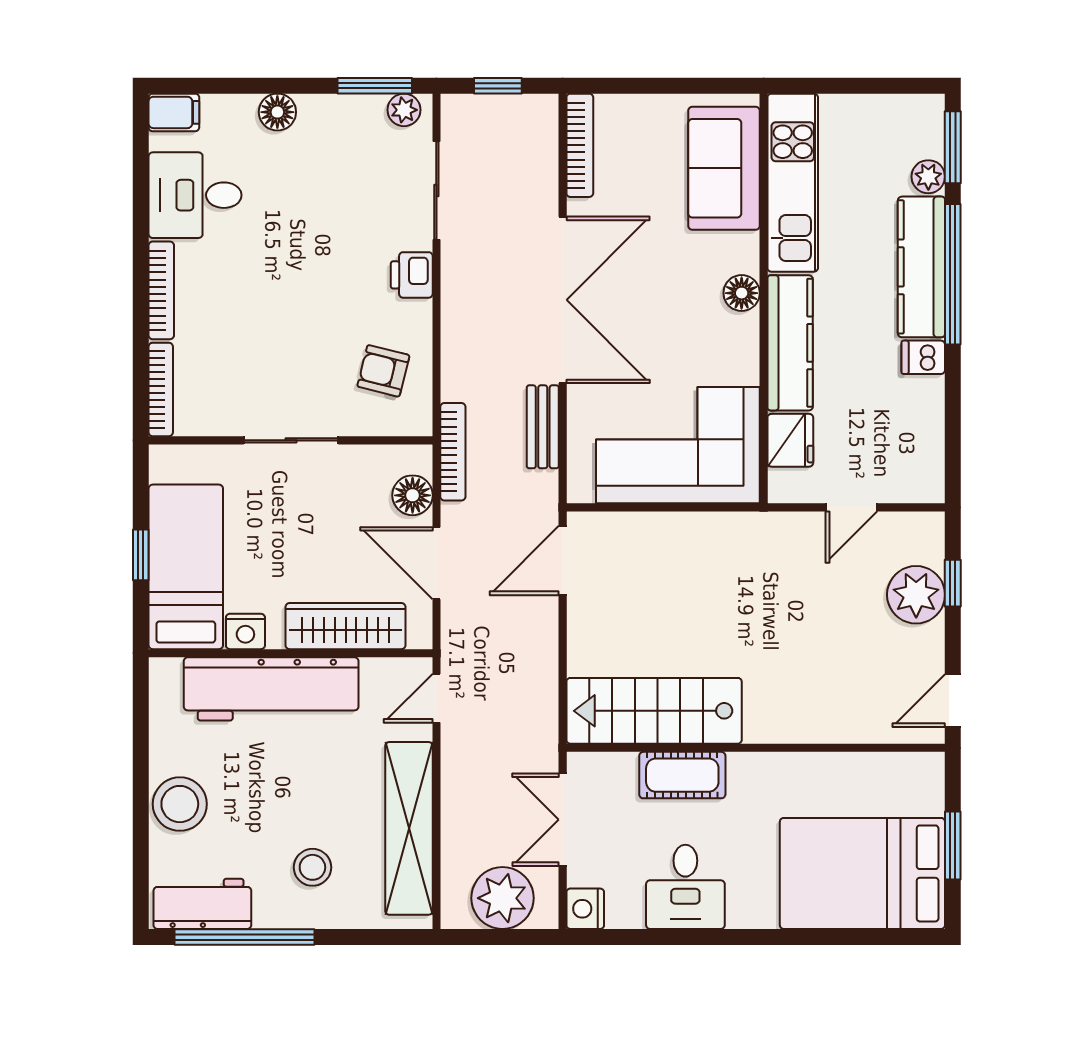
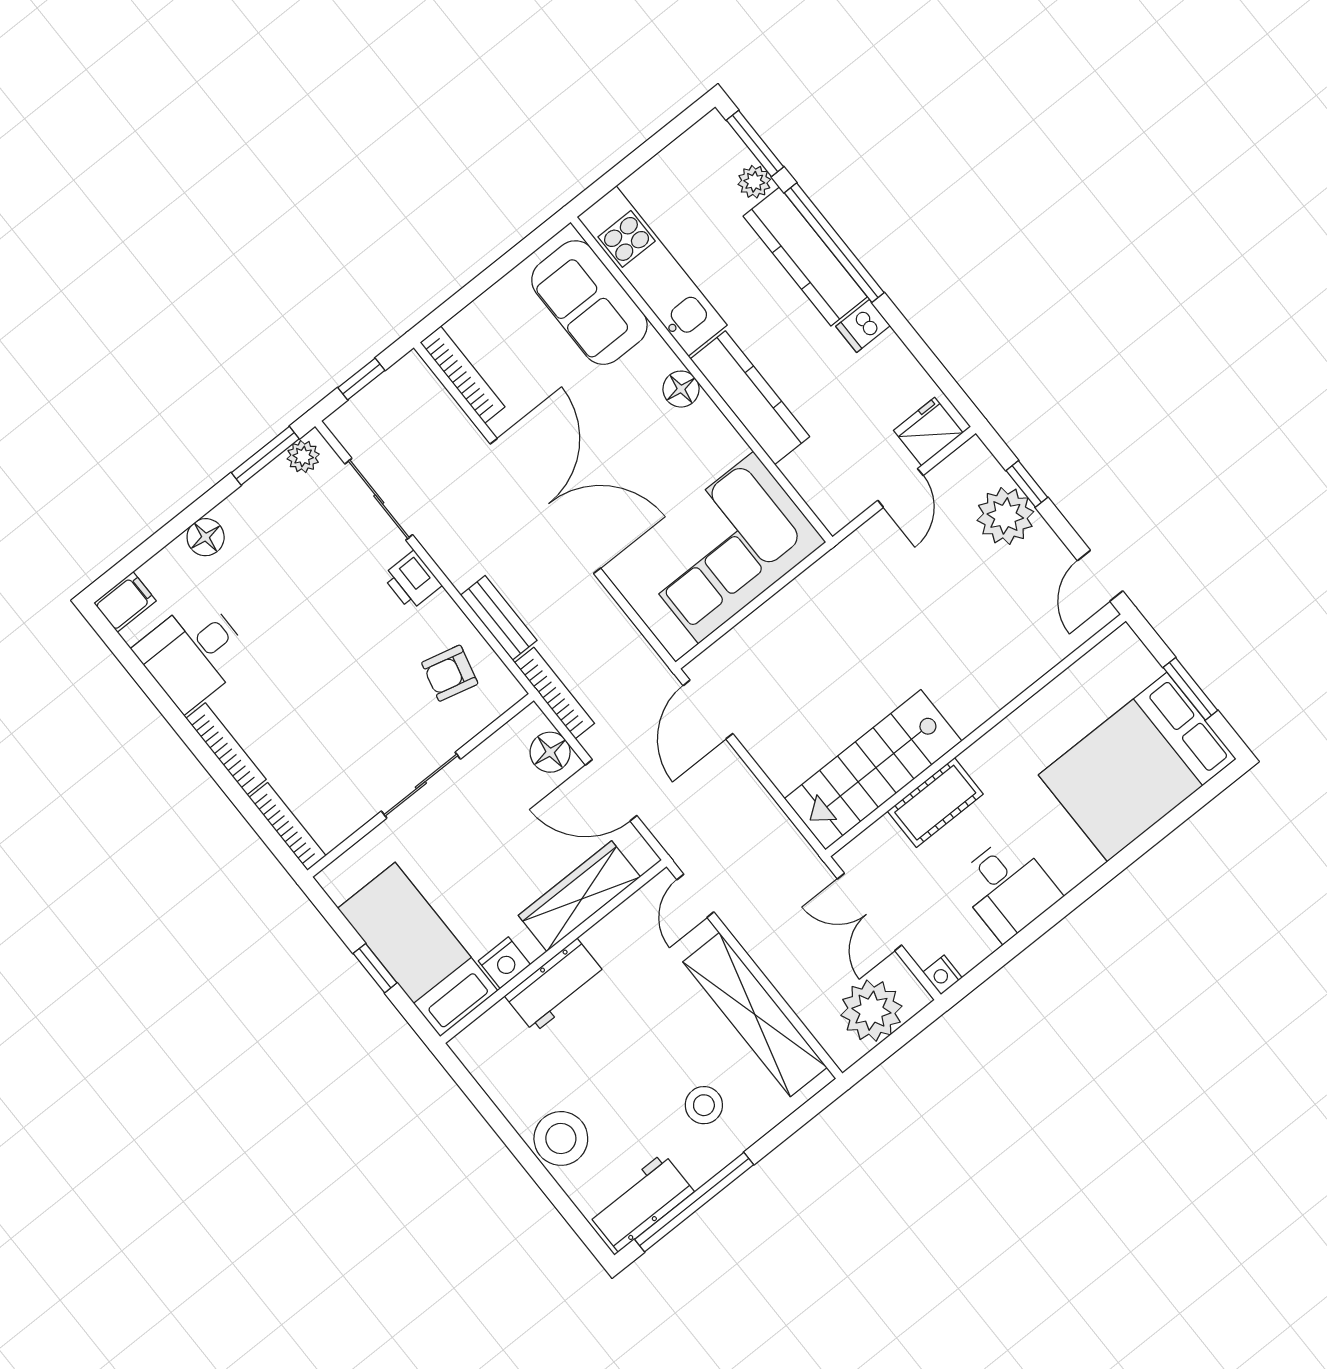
bench: (543, 427) -> (499, 618), moved
fridge: (790, 440) -> (928, 432), moved, turned -90
workbench: (271, 689) -> (556, 986), width x0.53, depth x0.76
nightstand: (585, 909) -> (943, 975), width x0.72, depth x0.74

